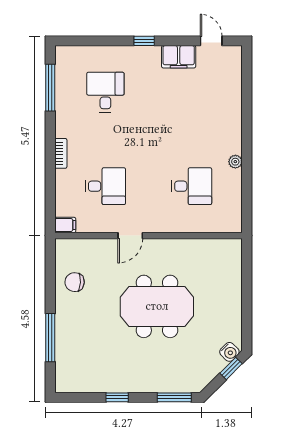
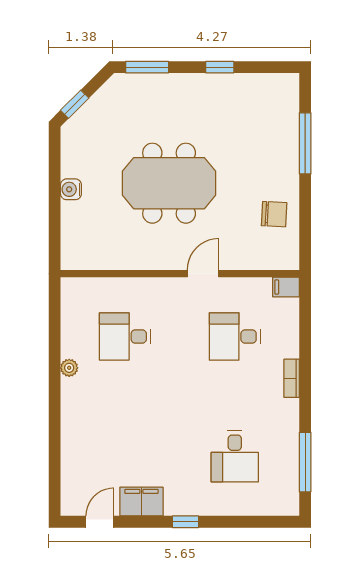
door: (211, 41) -> (100, 522), swing flipped
water cooler: (229, 352) -> (71, 189), moved, turned -45

